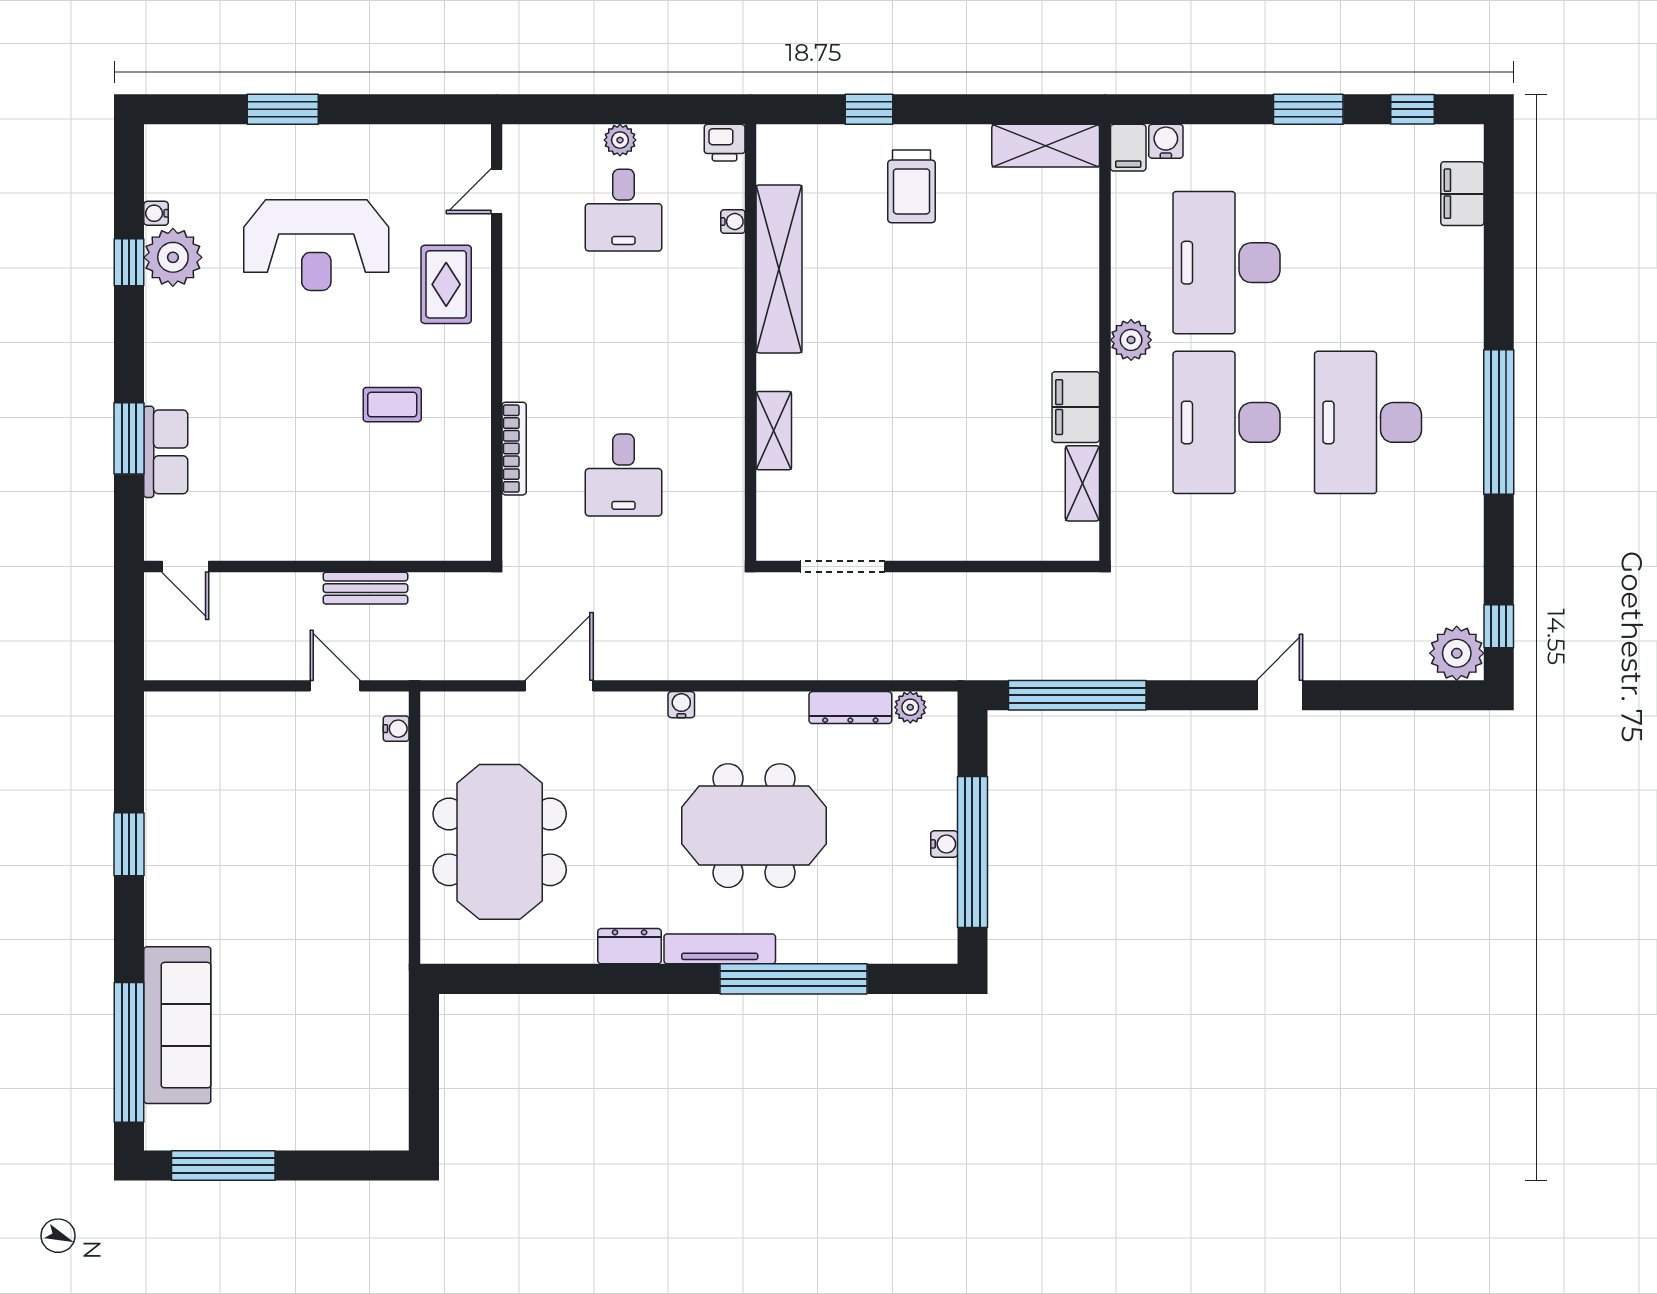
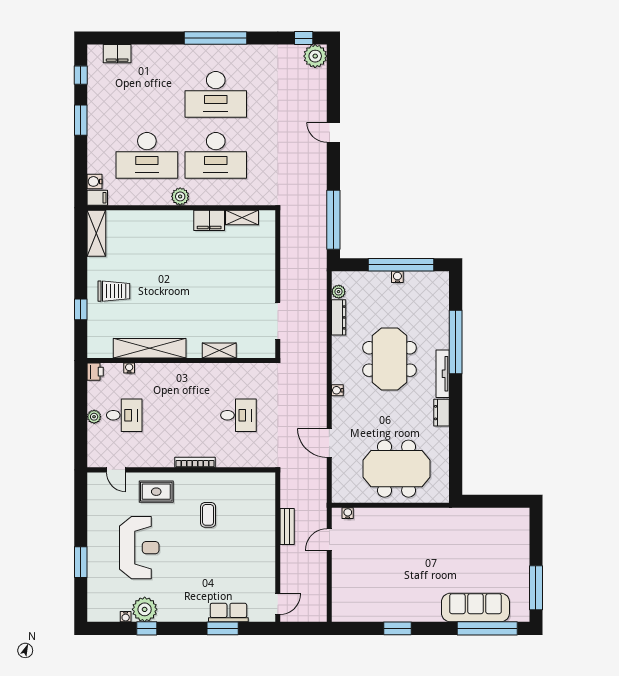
bookcase: (514, 449) -> (195, 462), moved

